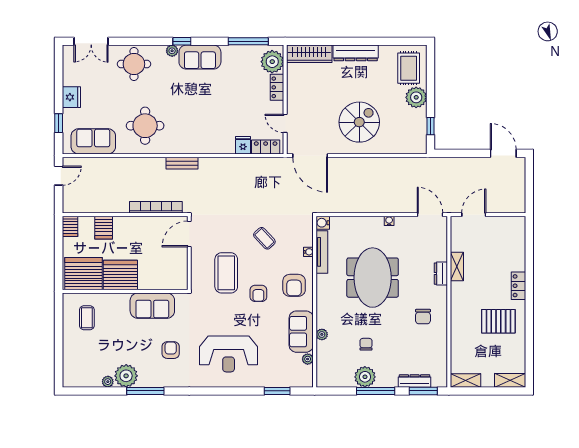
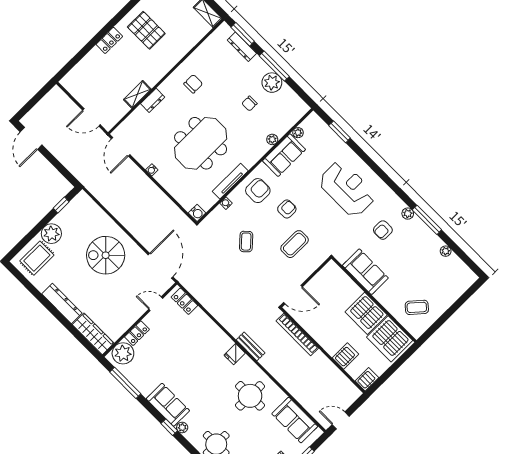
door: (285, 123) -> (156, 304), swing flipped
fridge: (243, 145) -> (235, 354), moved
tv unit: (322, 252) -> (230, 181), moved
coffee table: (226, 273) -> (295, 244), width x0.73, depth x0.76
coffee table: (87, 318) -> (417, 307), turned 41
plant: (126, 376) -> (408, 214), moved, width x0.53, depth x0.53

